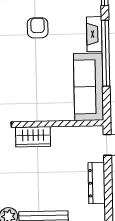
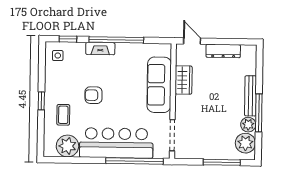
sofa: (88, 87) -> (159, 85), moved, turned 90
wardrobe: (33, 137) -> (184, 80), moved

